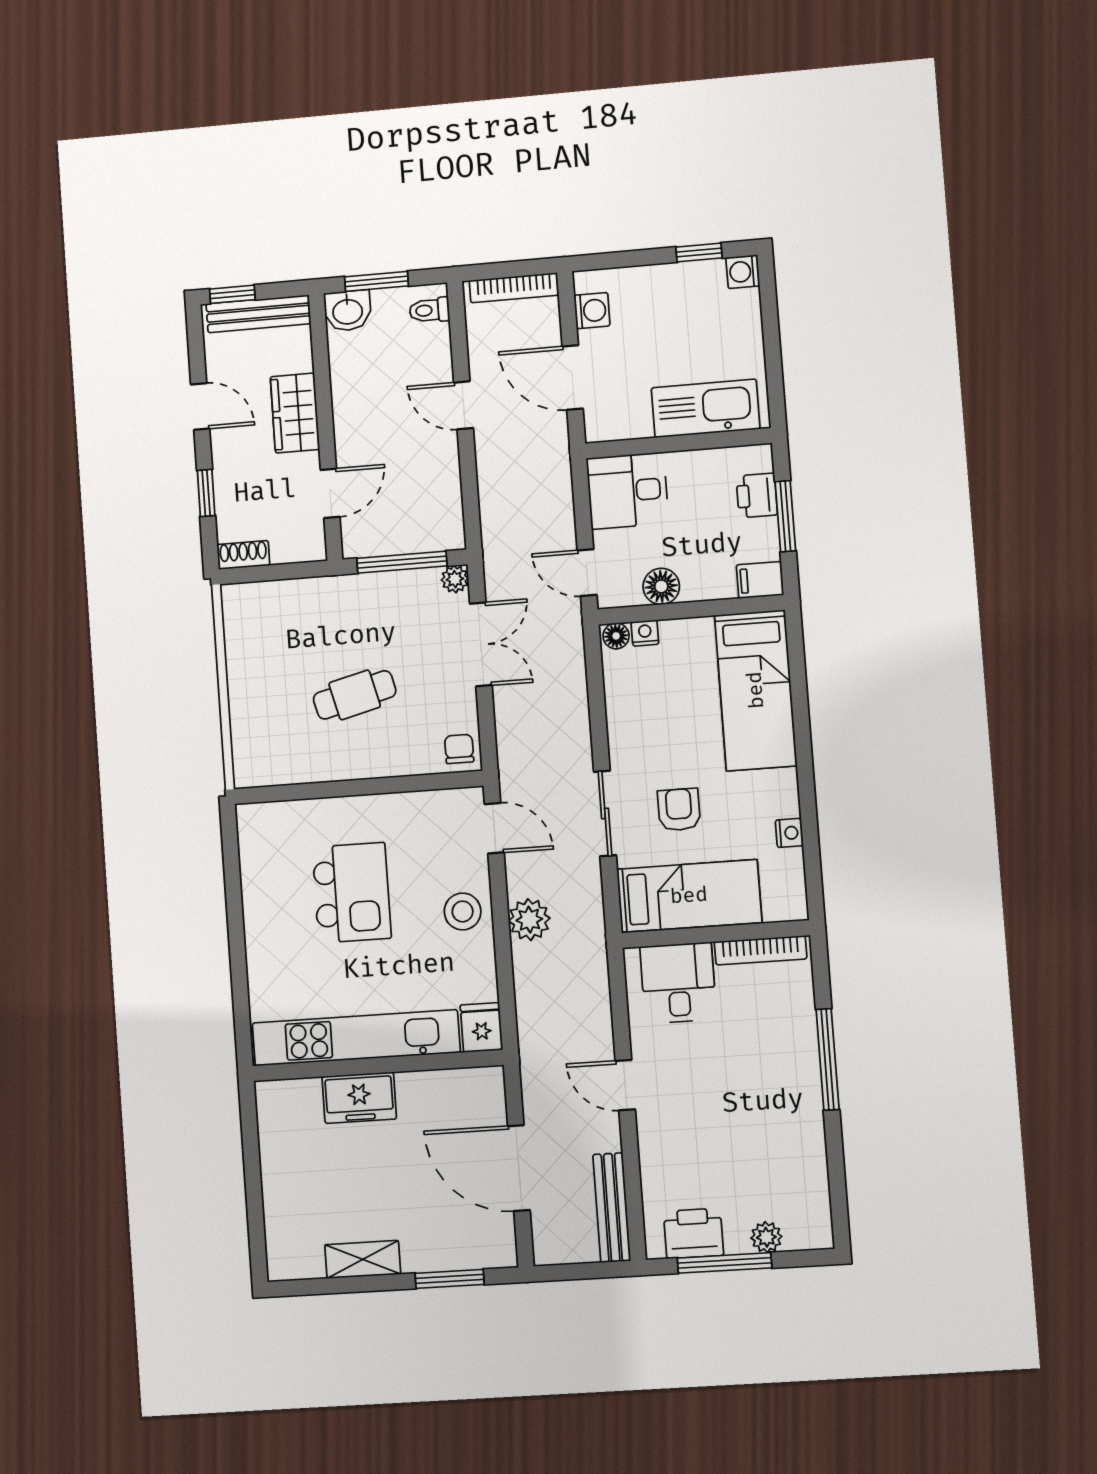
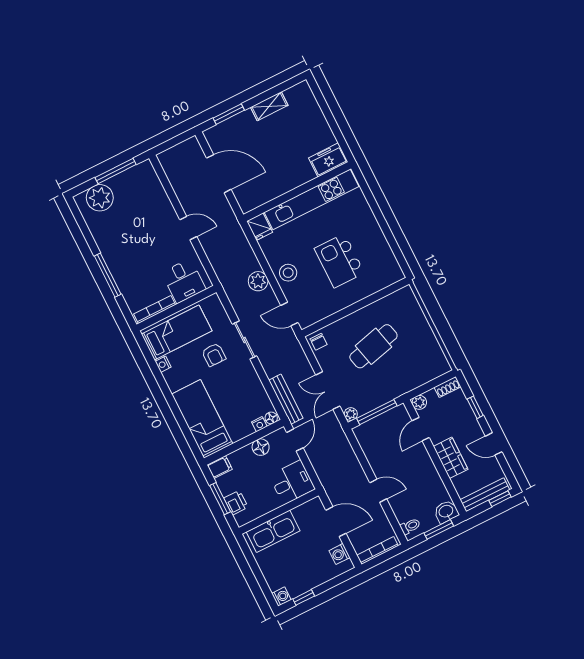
plant: (311, 547) -> (419, 402), added
door: (587, 573) -> (295, 440), hinge flipped
cafe table: (355, 695) -> (373, 346), width x1.37, depth x1.35
bed: (689, 896) -> (177, 333), moved, turned 180
freezer: (359, 1098) -> (328, 160), moved
bench: (612, 1208) -> (286, 399), moved
printer: (694, 1233) -> (134, 178), removed
plant: (766, 1237) -> (100, 198), width x1.87, depth x1.87

